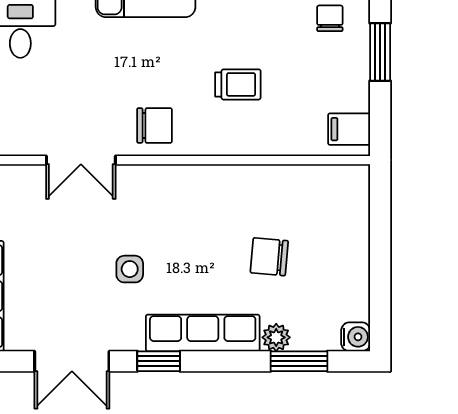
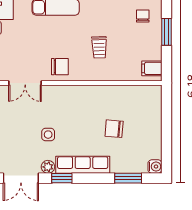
trolley: (238, 84) -> (99, 47), turned 88
plant: (276, 337) -> (48, 167), moved

